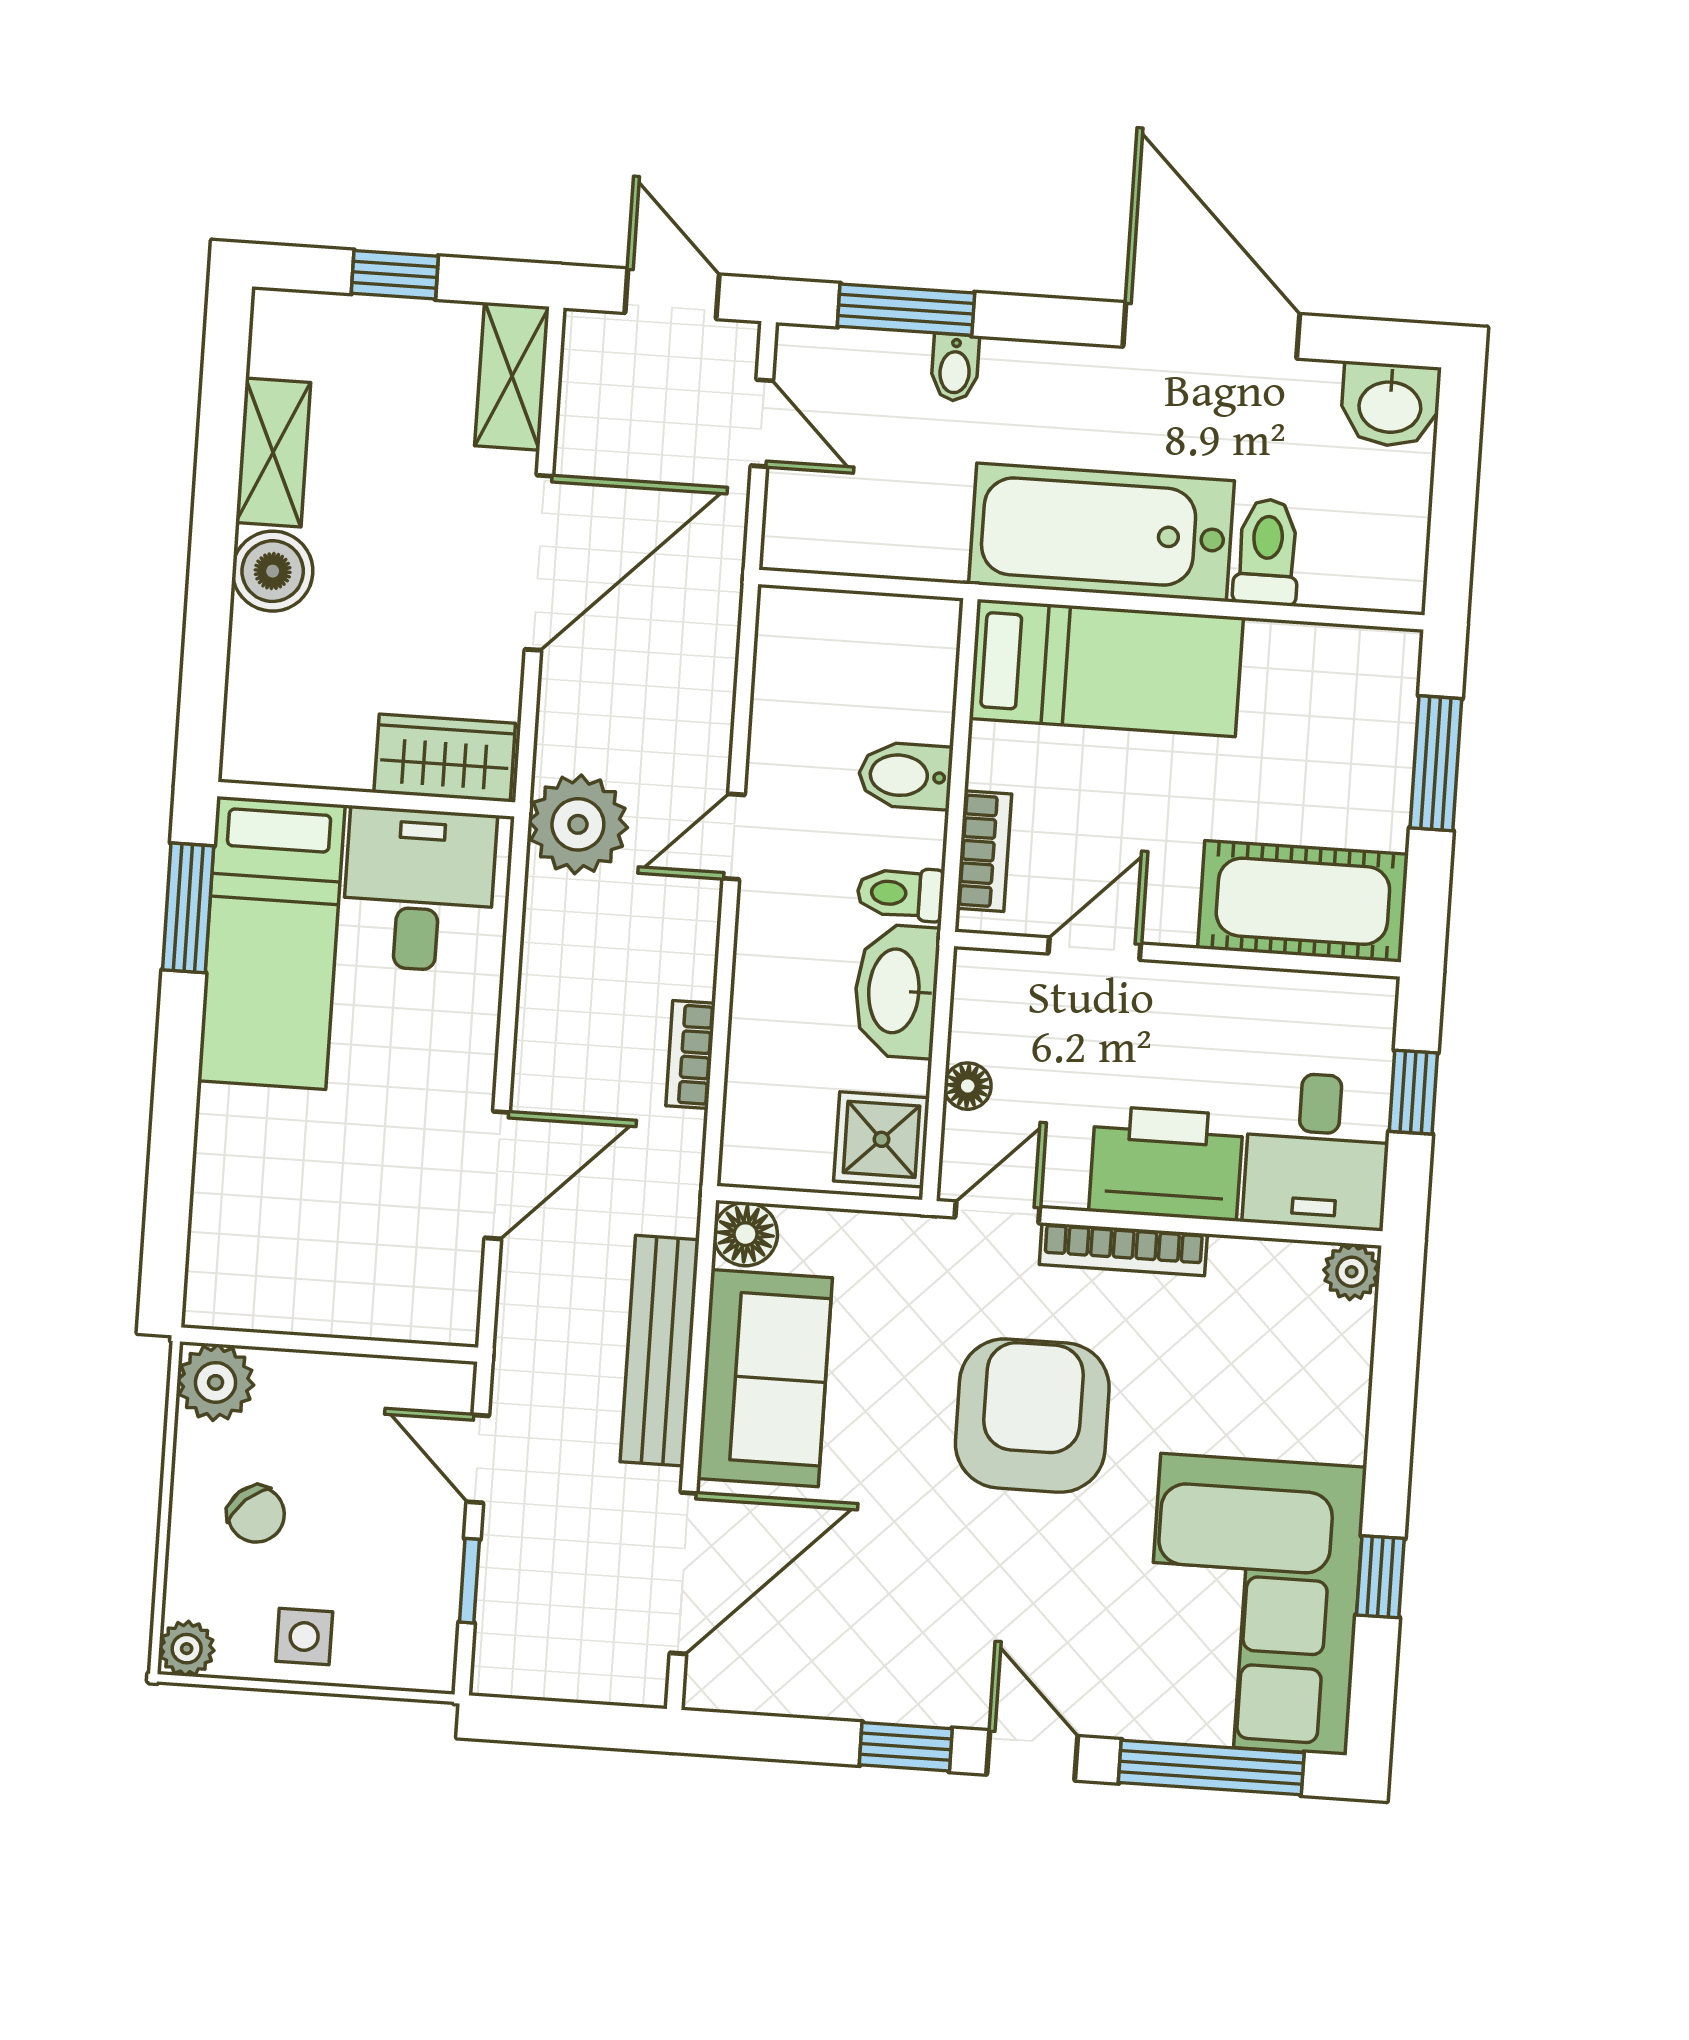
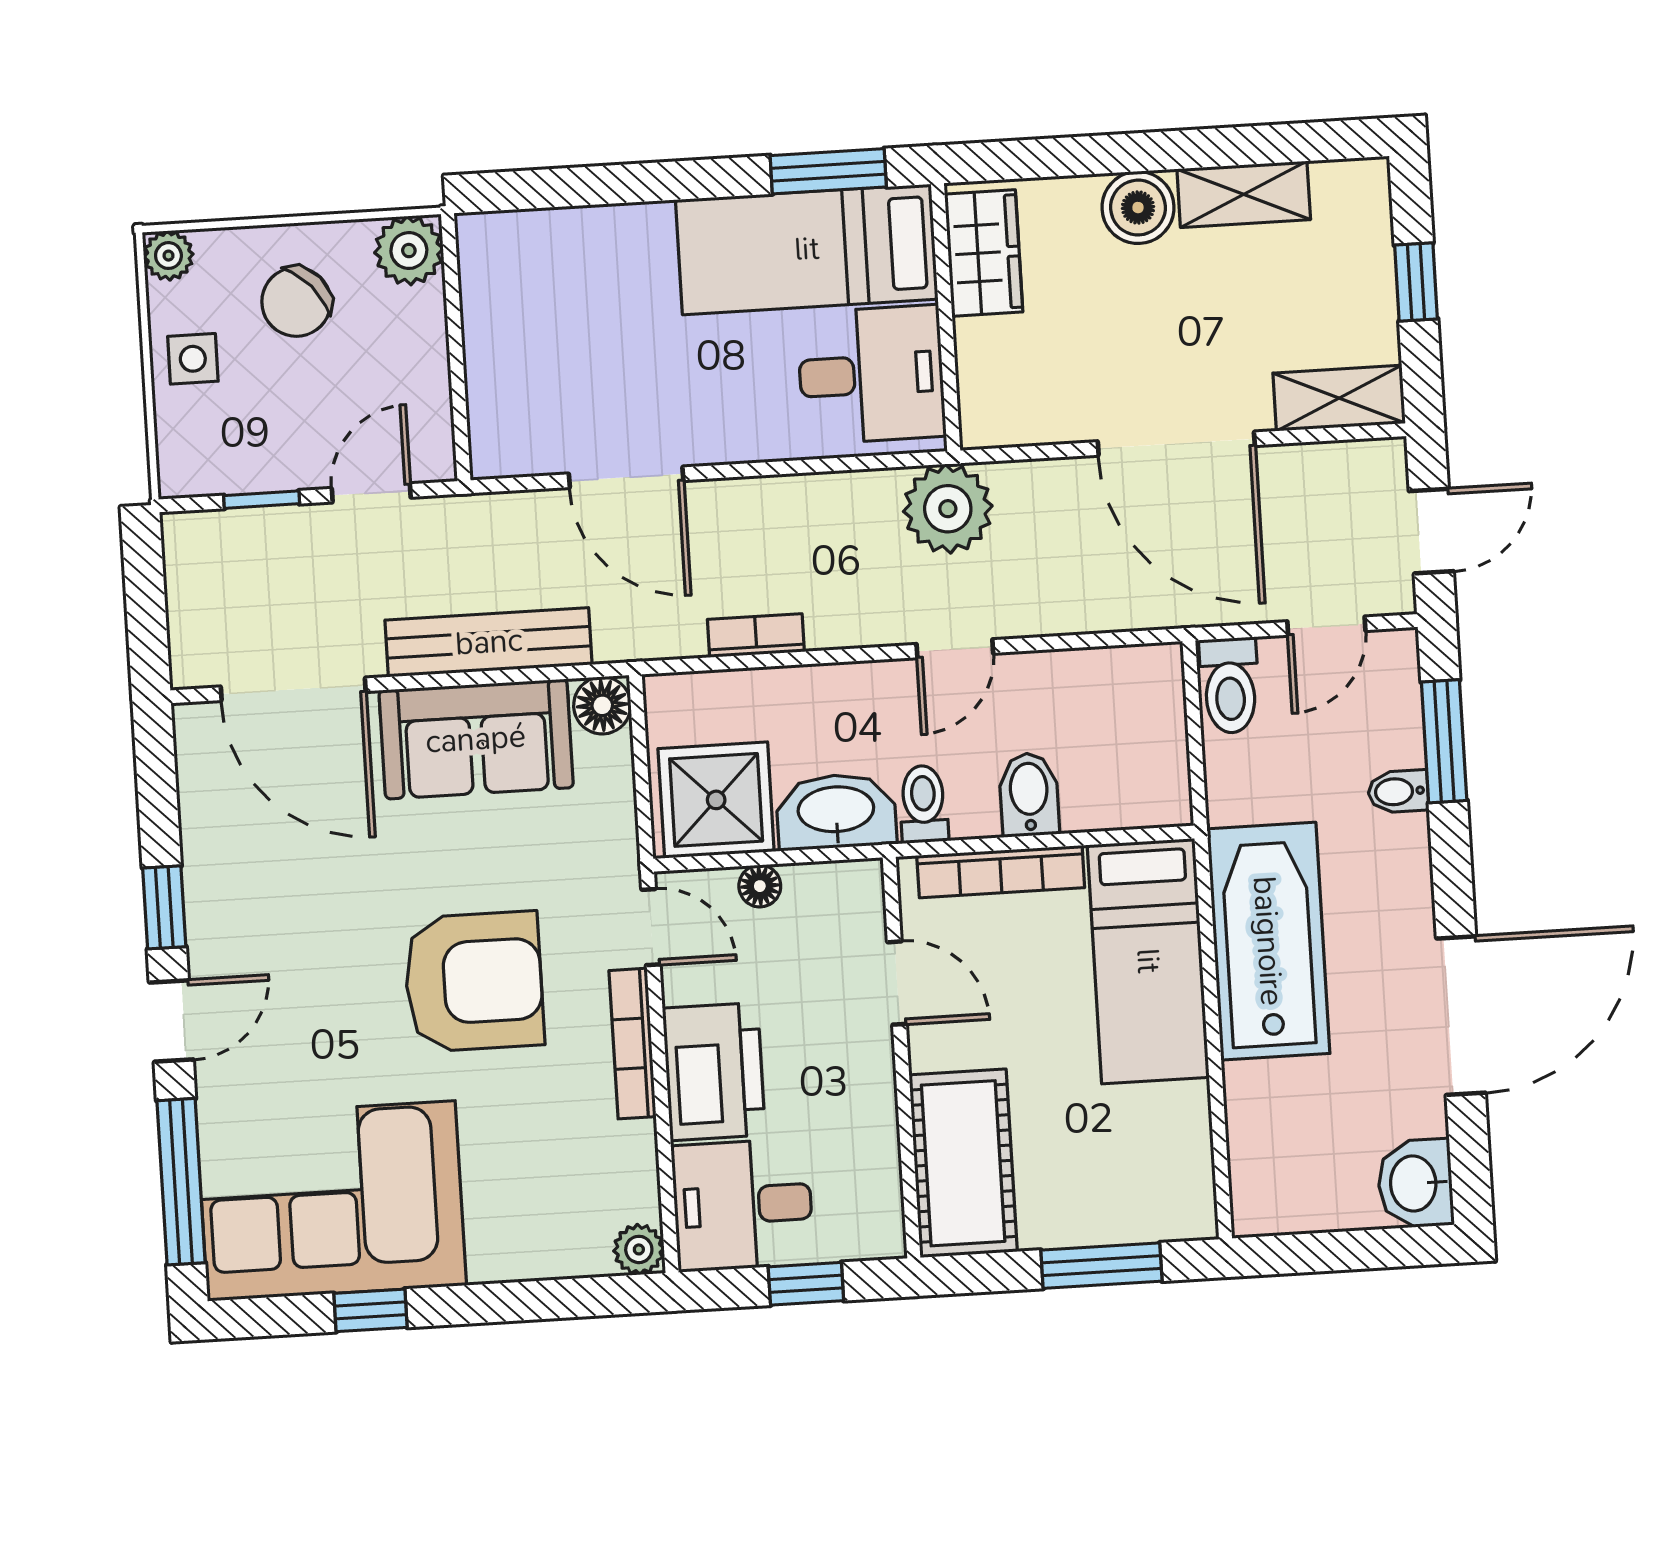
toilet: (1267, 552) -> (1230, 686), moved, turned 90
wardrobe: (445, 758) -> (984, 253), moved
door: (734, 837) -> (955, 649), swing flipped
bookcase: (984, 851) -> (1001, 872), width x1.56
shower: (881, 1139) -> (716, 800), width x1.36, depth x1.36
chair: (256, 1514) -> (296, 302), width x1.37, depth x1.37

